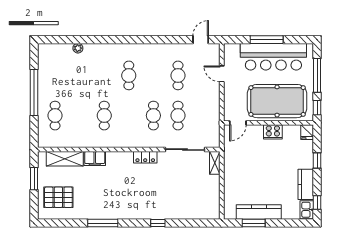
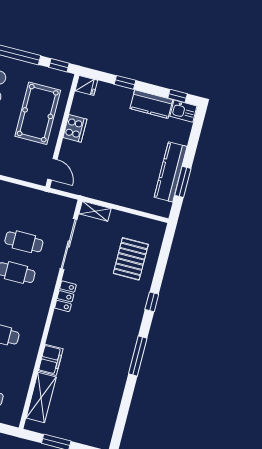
pool table: (277, 101) -> (38, 113), width x0.73, depth x0.76
pallet: (58, 197) -> (131, 259), moved
window: (103, 223) -> (138, 356), moved

